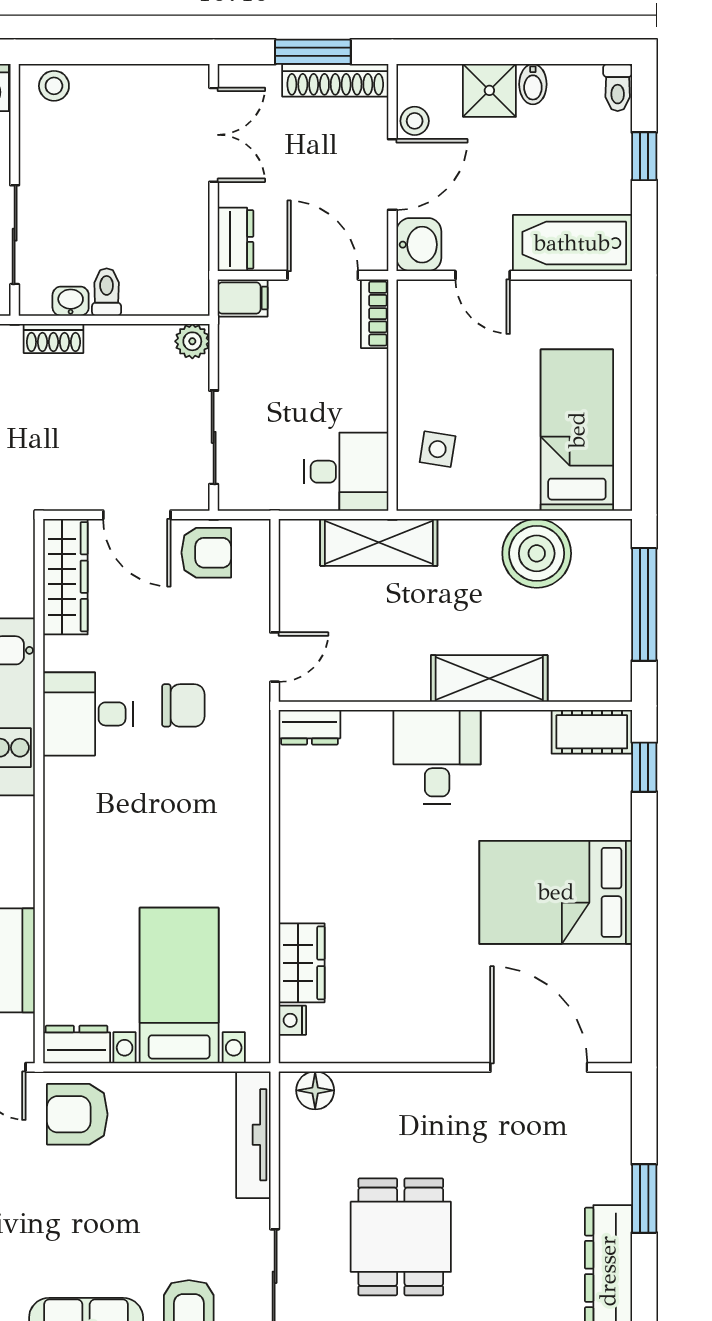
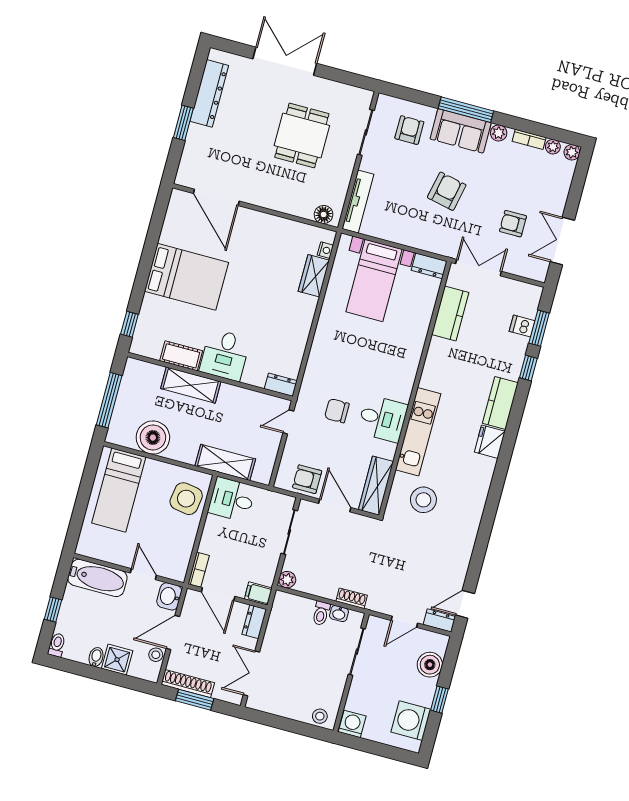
side table: (438, 449) -> (186, 499), width x1.87, depth x1.87
cot: (592, 732) -> (181, 356), moved
armchair: (77, 1114) -> (447, 191), moved, turned -78

